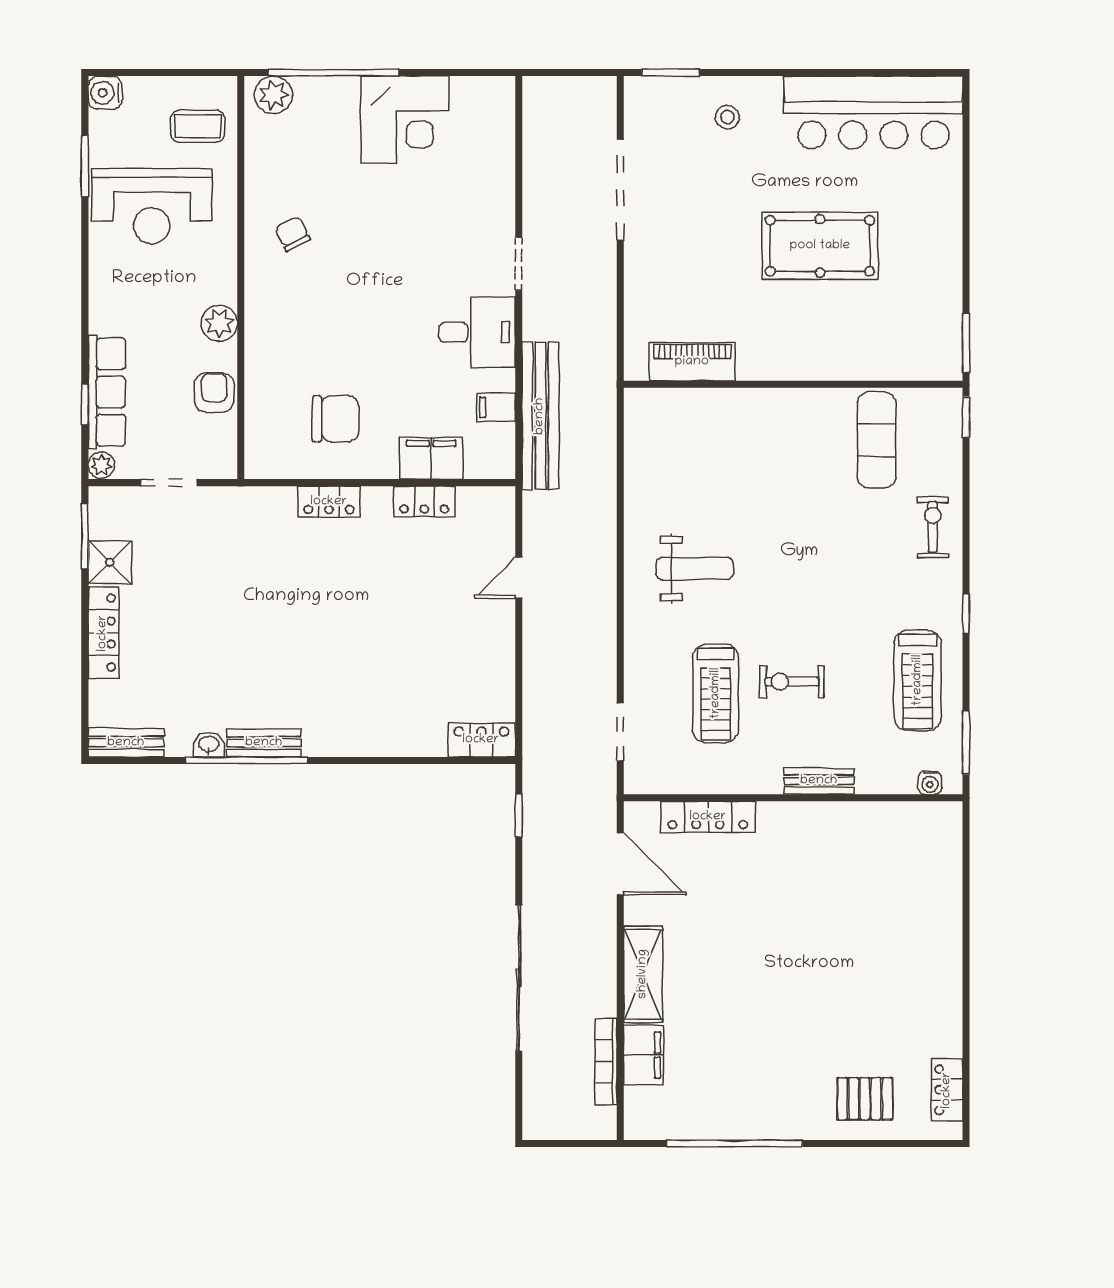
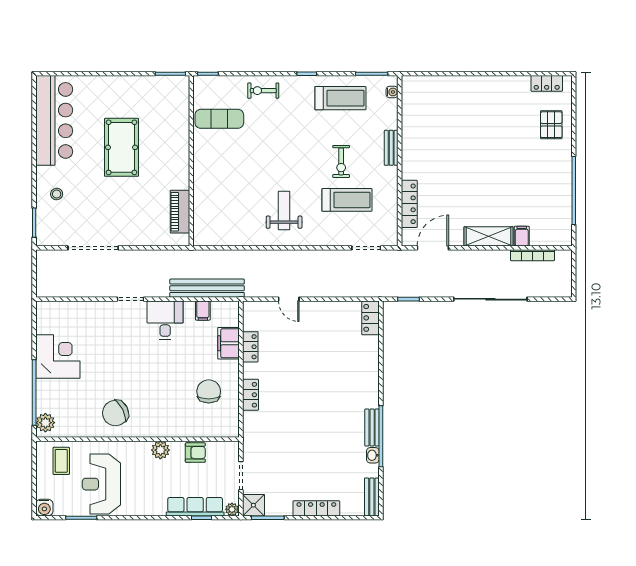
reception desk: (152, 206) -> (101, 484), turned 180
chair: (293, 234) -> (115, 413), width x1.87, depth x1.87
armchair: (214, 392) -> (195, 453), turned 180
shower: (110, 562) -> (253, 505), moved
filing cabinet: (644, 1055) -> (522, 236), width x0.50

